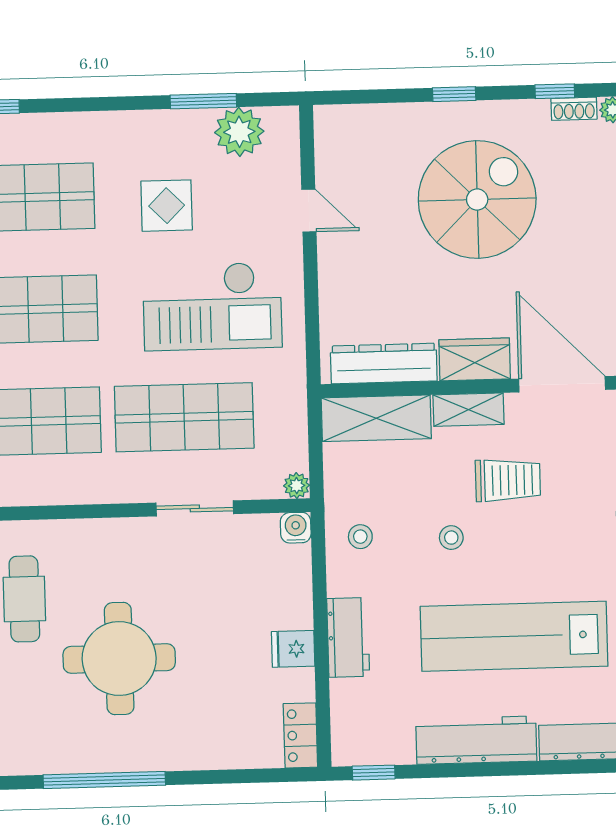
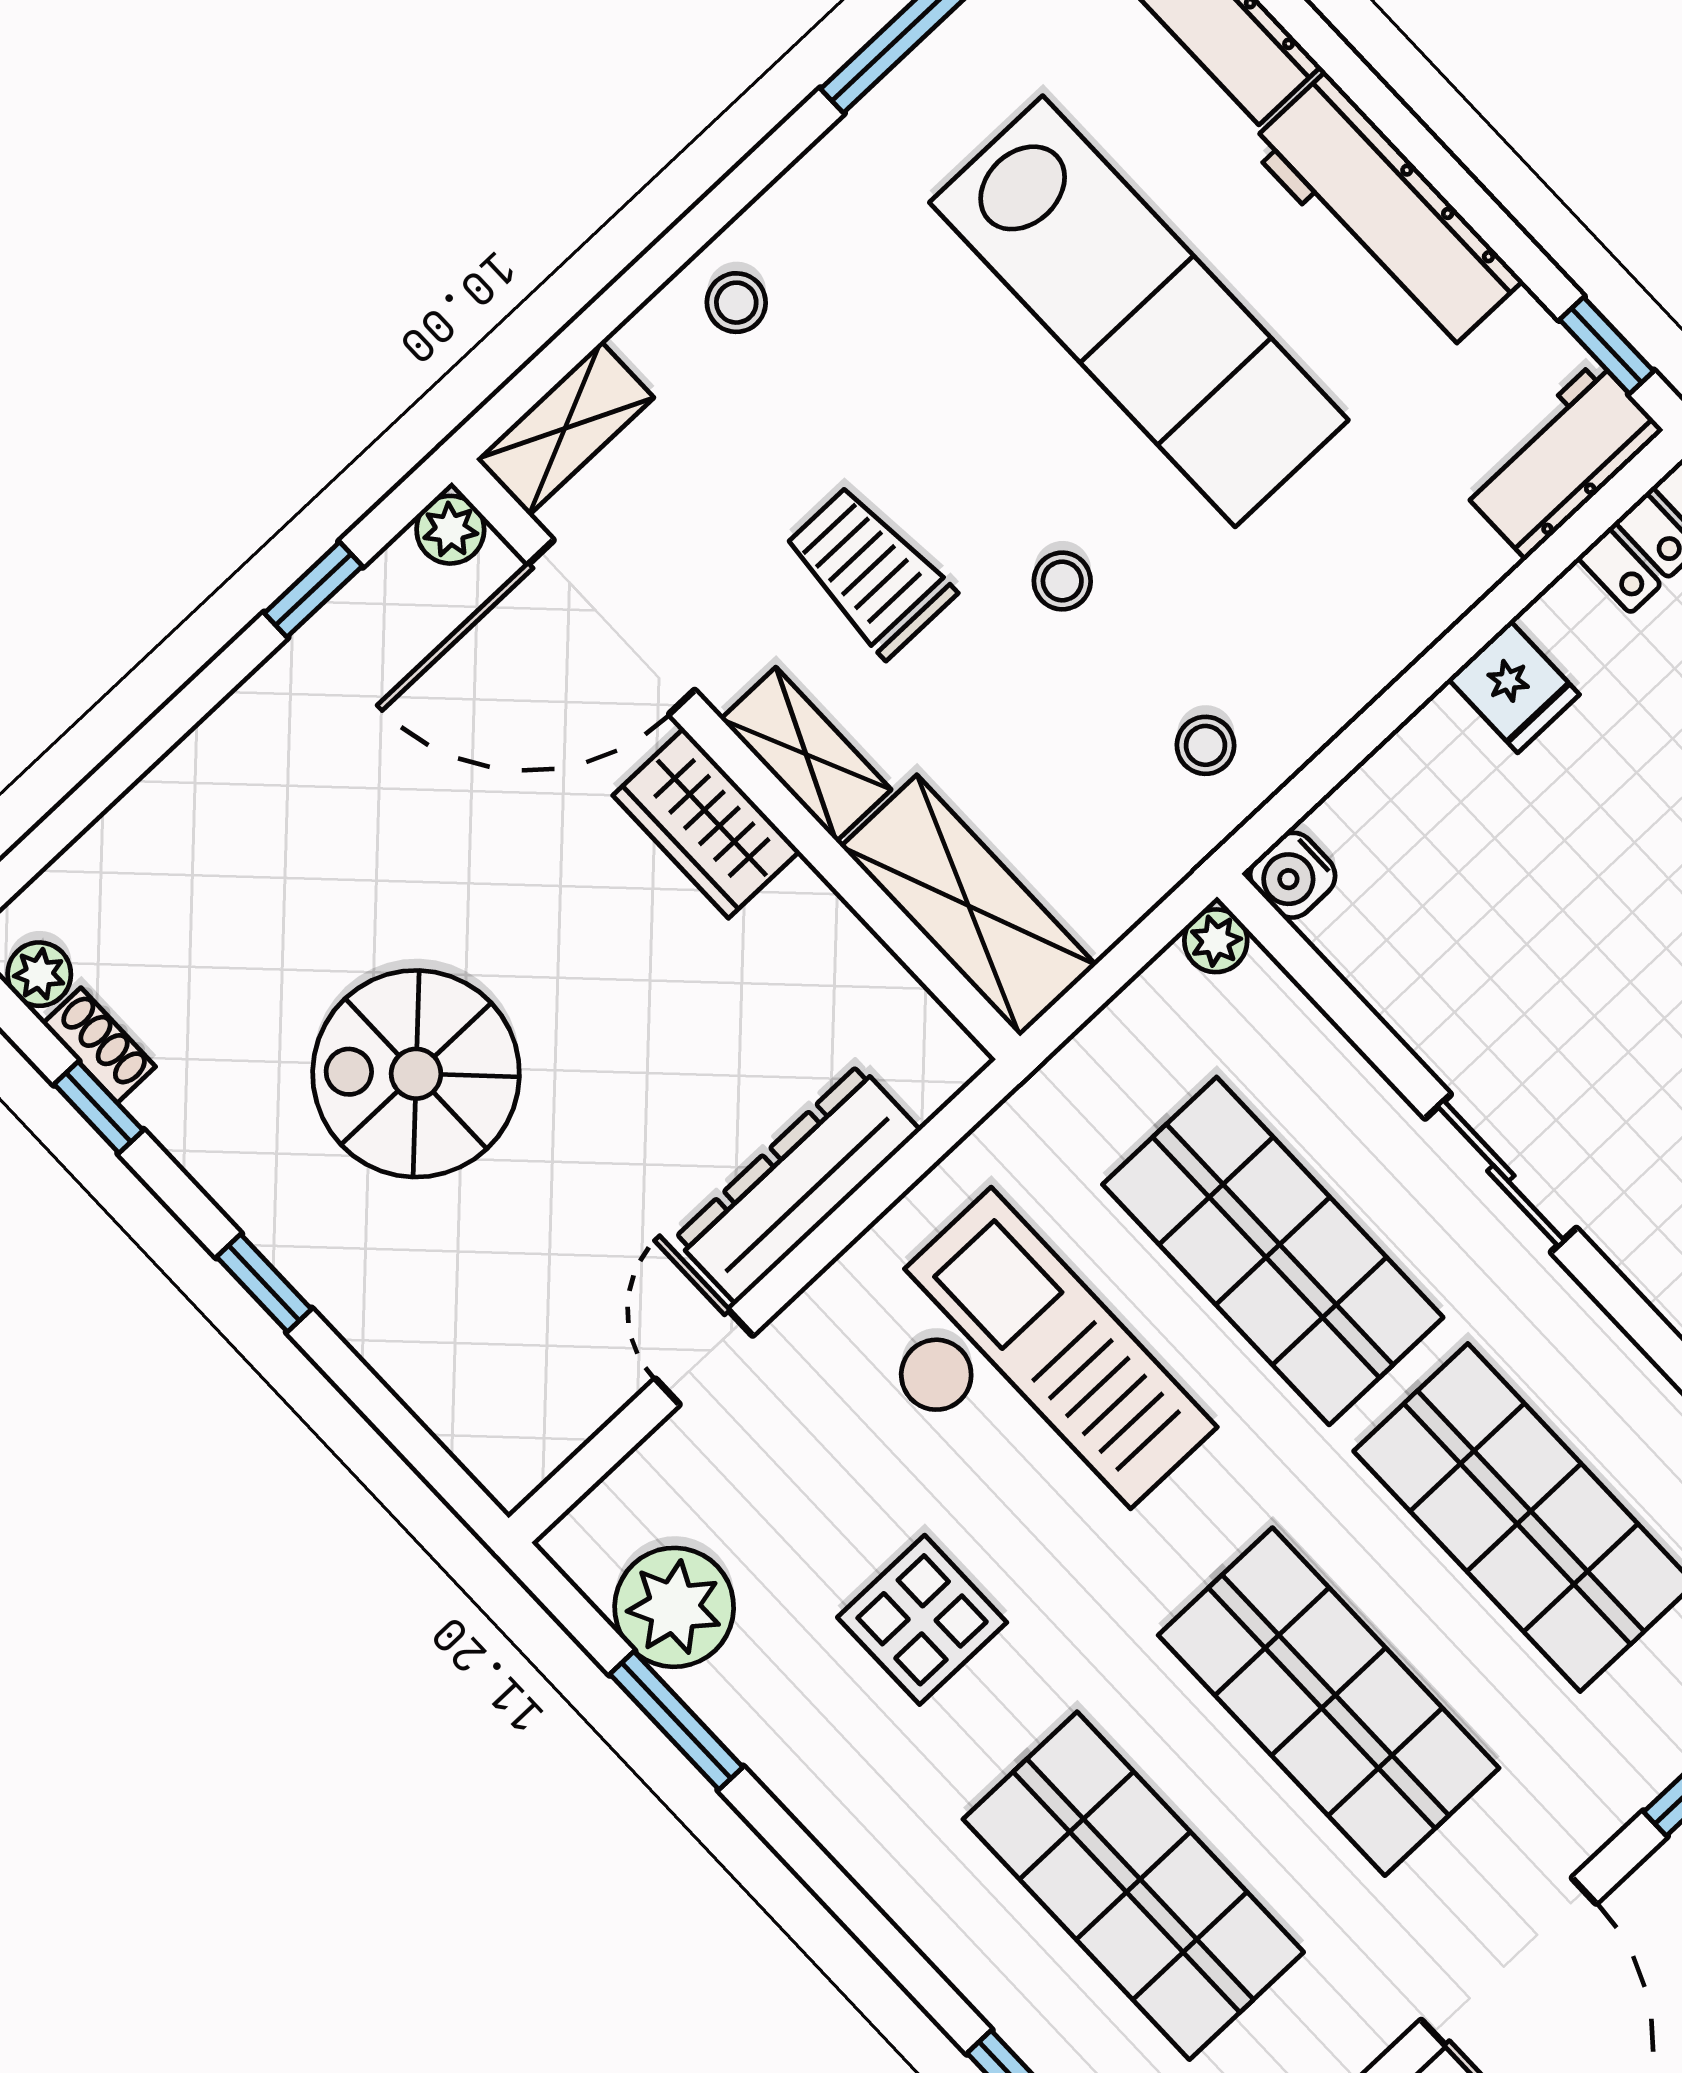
spiral stairs: (477, 200) -> (416, 1074), width x0.73, depth x0.73
dresser: (384, 363) -> (797, 1184), moved, turned 90
door: (562, 384) -> (611, 627), hinge flipped
sliding door: (195, 508) -> (1501, 1173), moved
workbench: (348, 637) -> (1561, 459), moved

